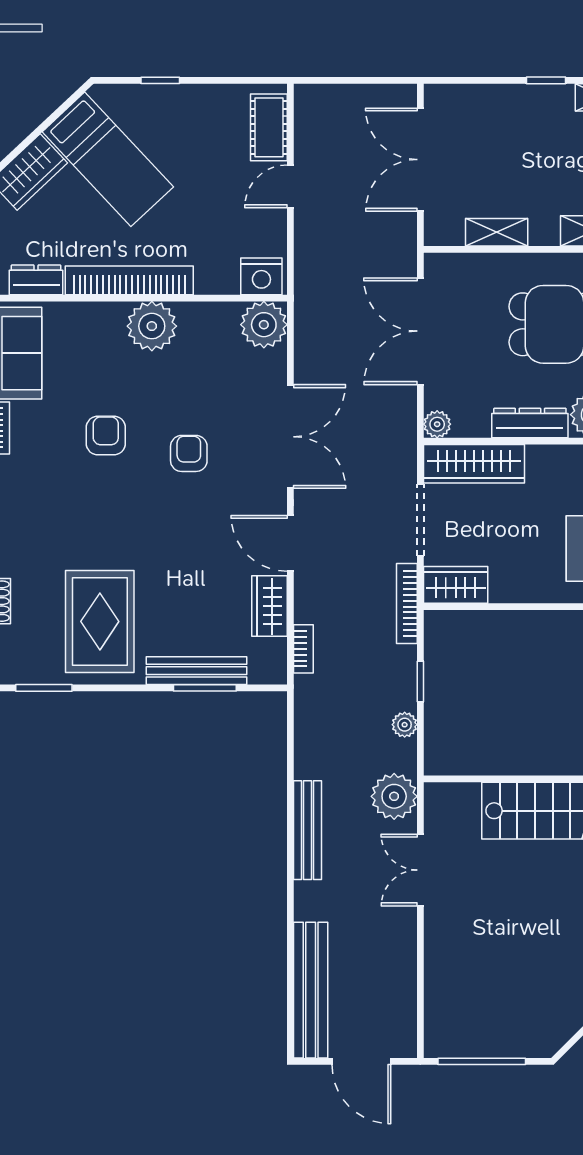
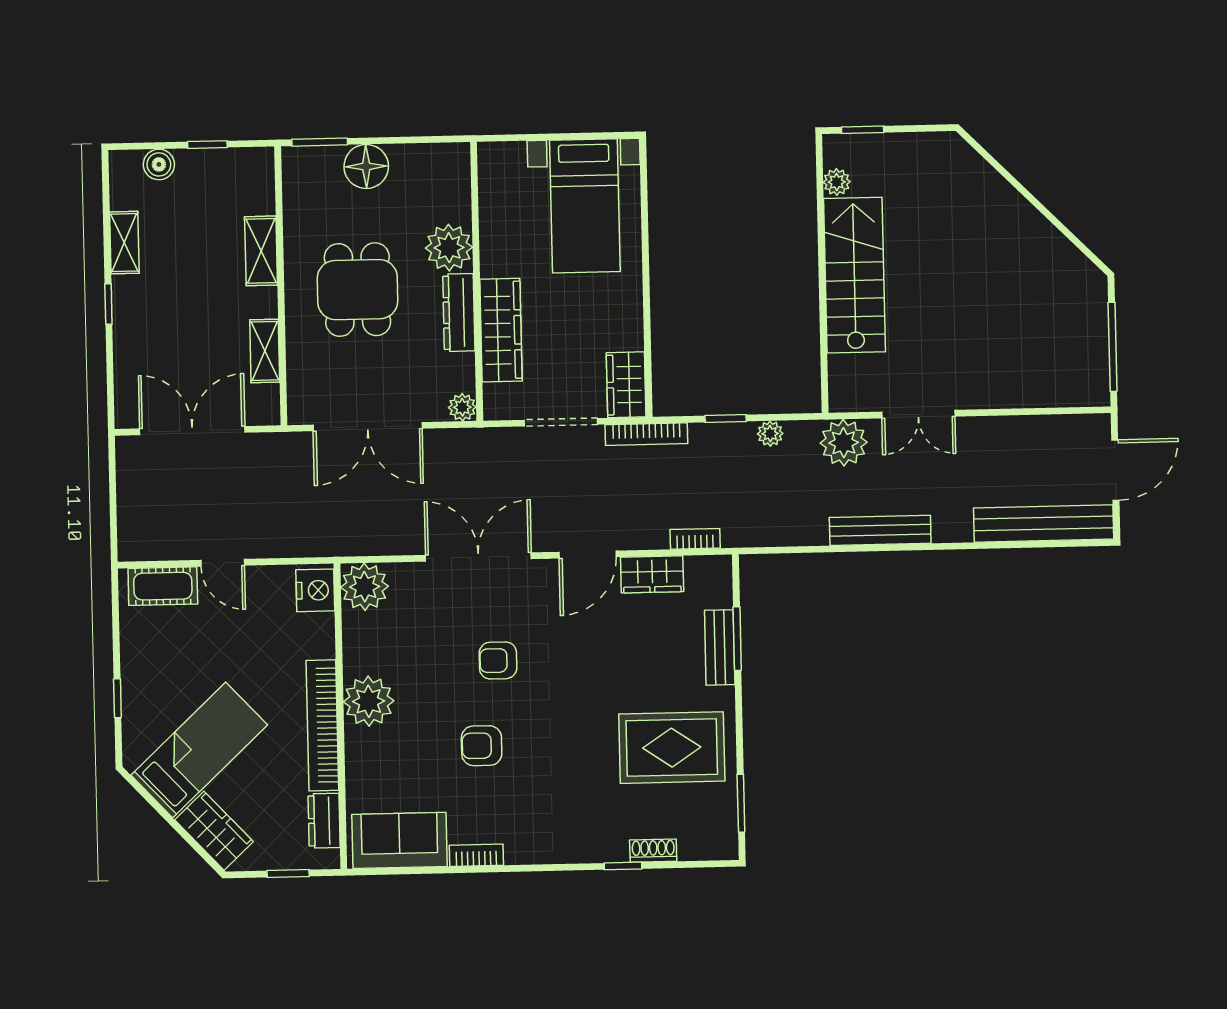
double door: (420, 160) -> (192, 431), swing flipped
wardrobe: (474, 464) -> (501, 330), moved
bench: (197, 671) -> (720, 647), width x0.73

